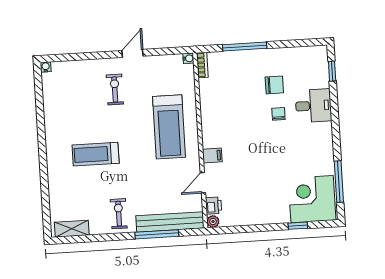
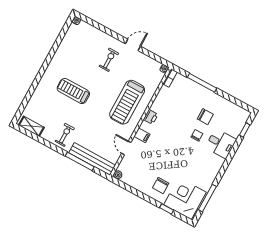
door: (203, 183) -> (126, 148), hinge flipped
chair: (273, 202) -> (161, 185), added
printer: (214, 206) -> (151, 117), moved

